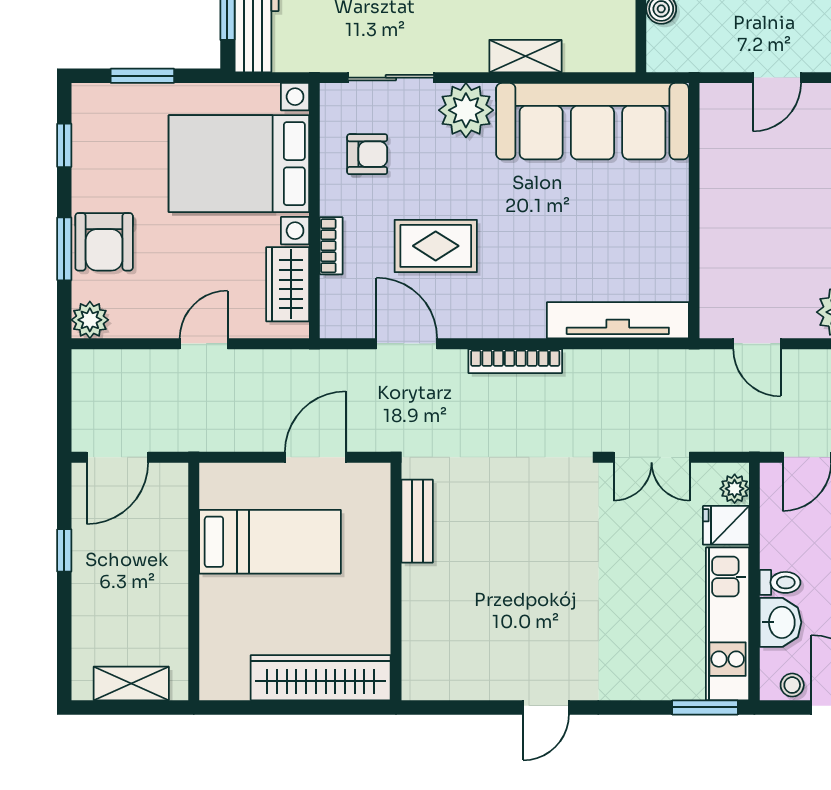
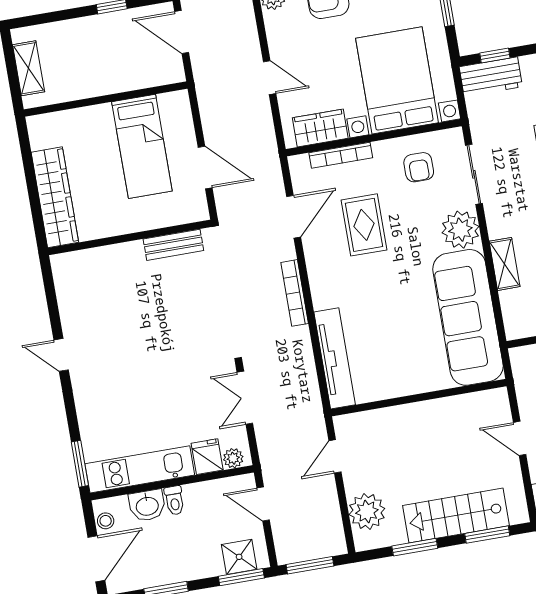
bookcase: (331, 246) -> (341, 155), width x1.56

